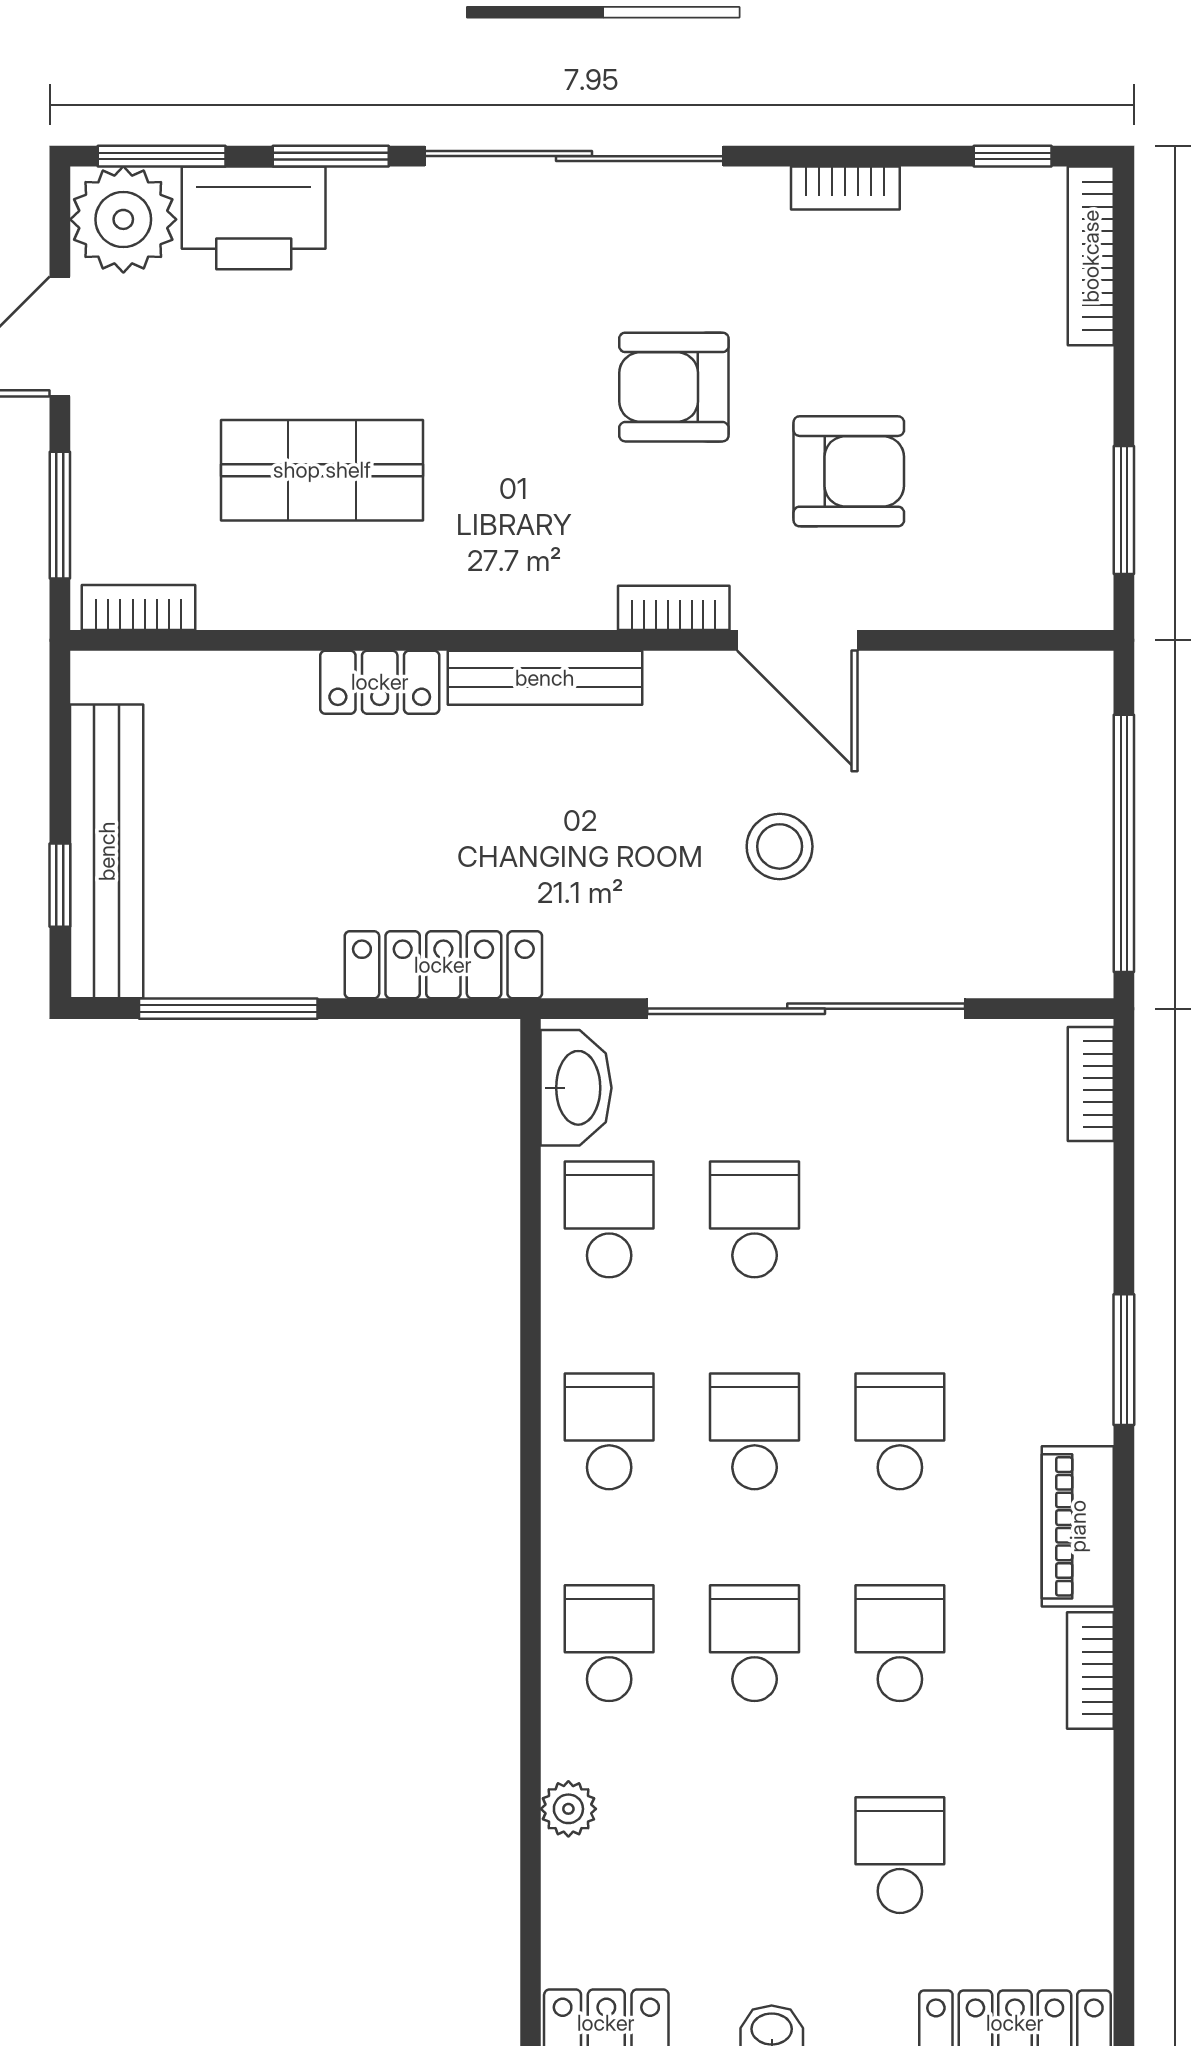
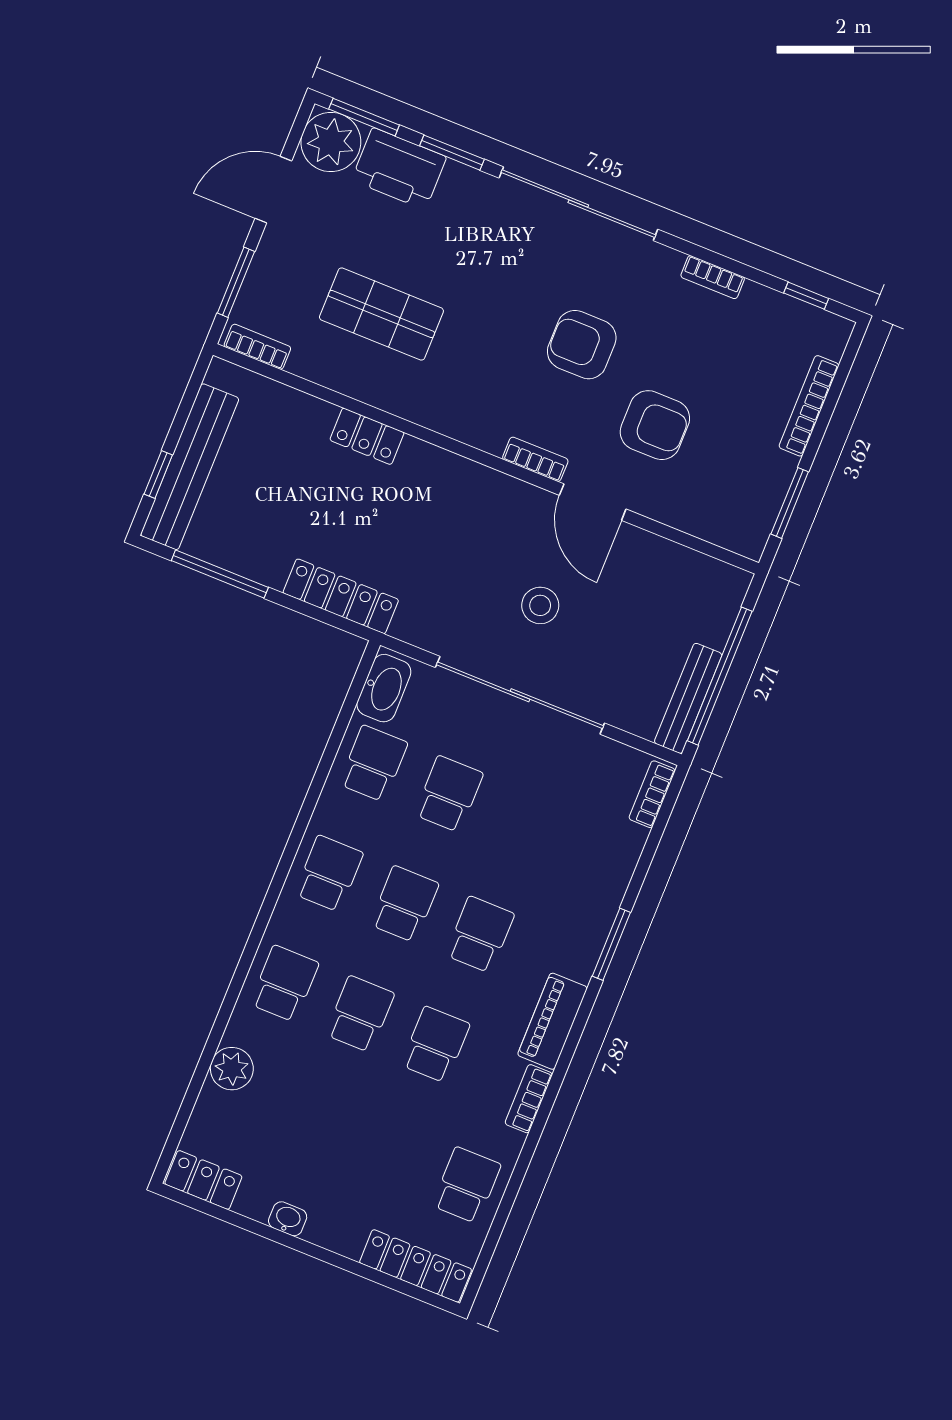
bookcase: (1091, 256) -> (809, 406), moved
bench: (545, 678) -> (688, 698), moved, turned 90
plant: (568, 1809) -> (232, 1069), width x1.38, depth x1.38
school desk: (900, 1855) -> (467, 1185), moved

